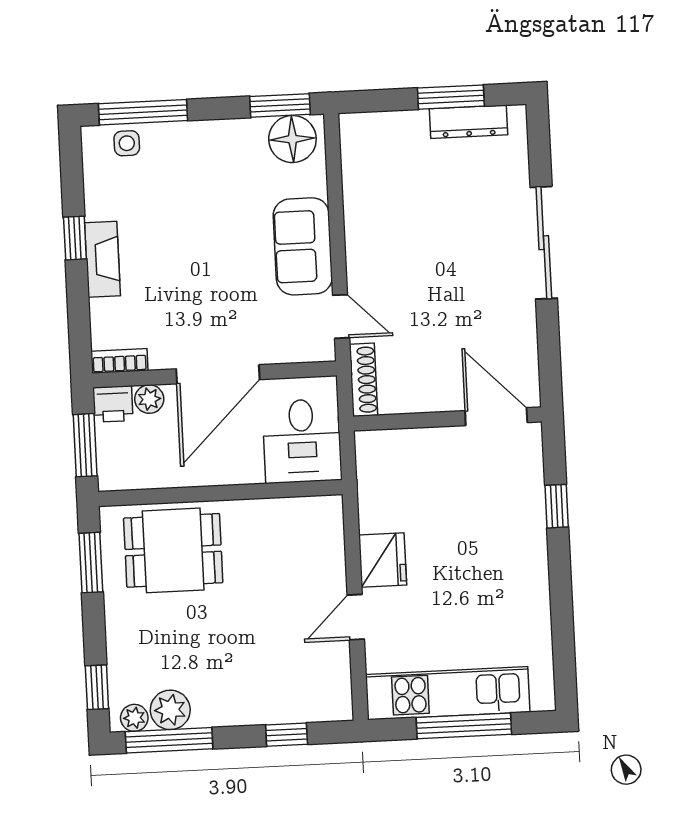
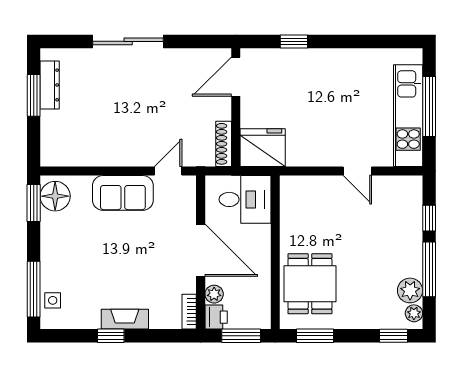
shoe rack: (364, 380) -> (224, 144), moved, turned -90
fridge: (383, 560) -> (263, 148), moved, width x1.36, depth x1.34
window: (169, 740) -> (429, 269), moved

